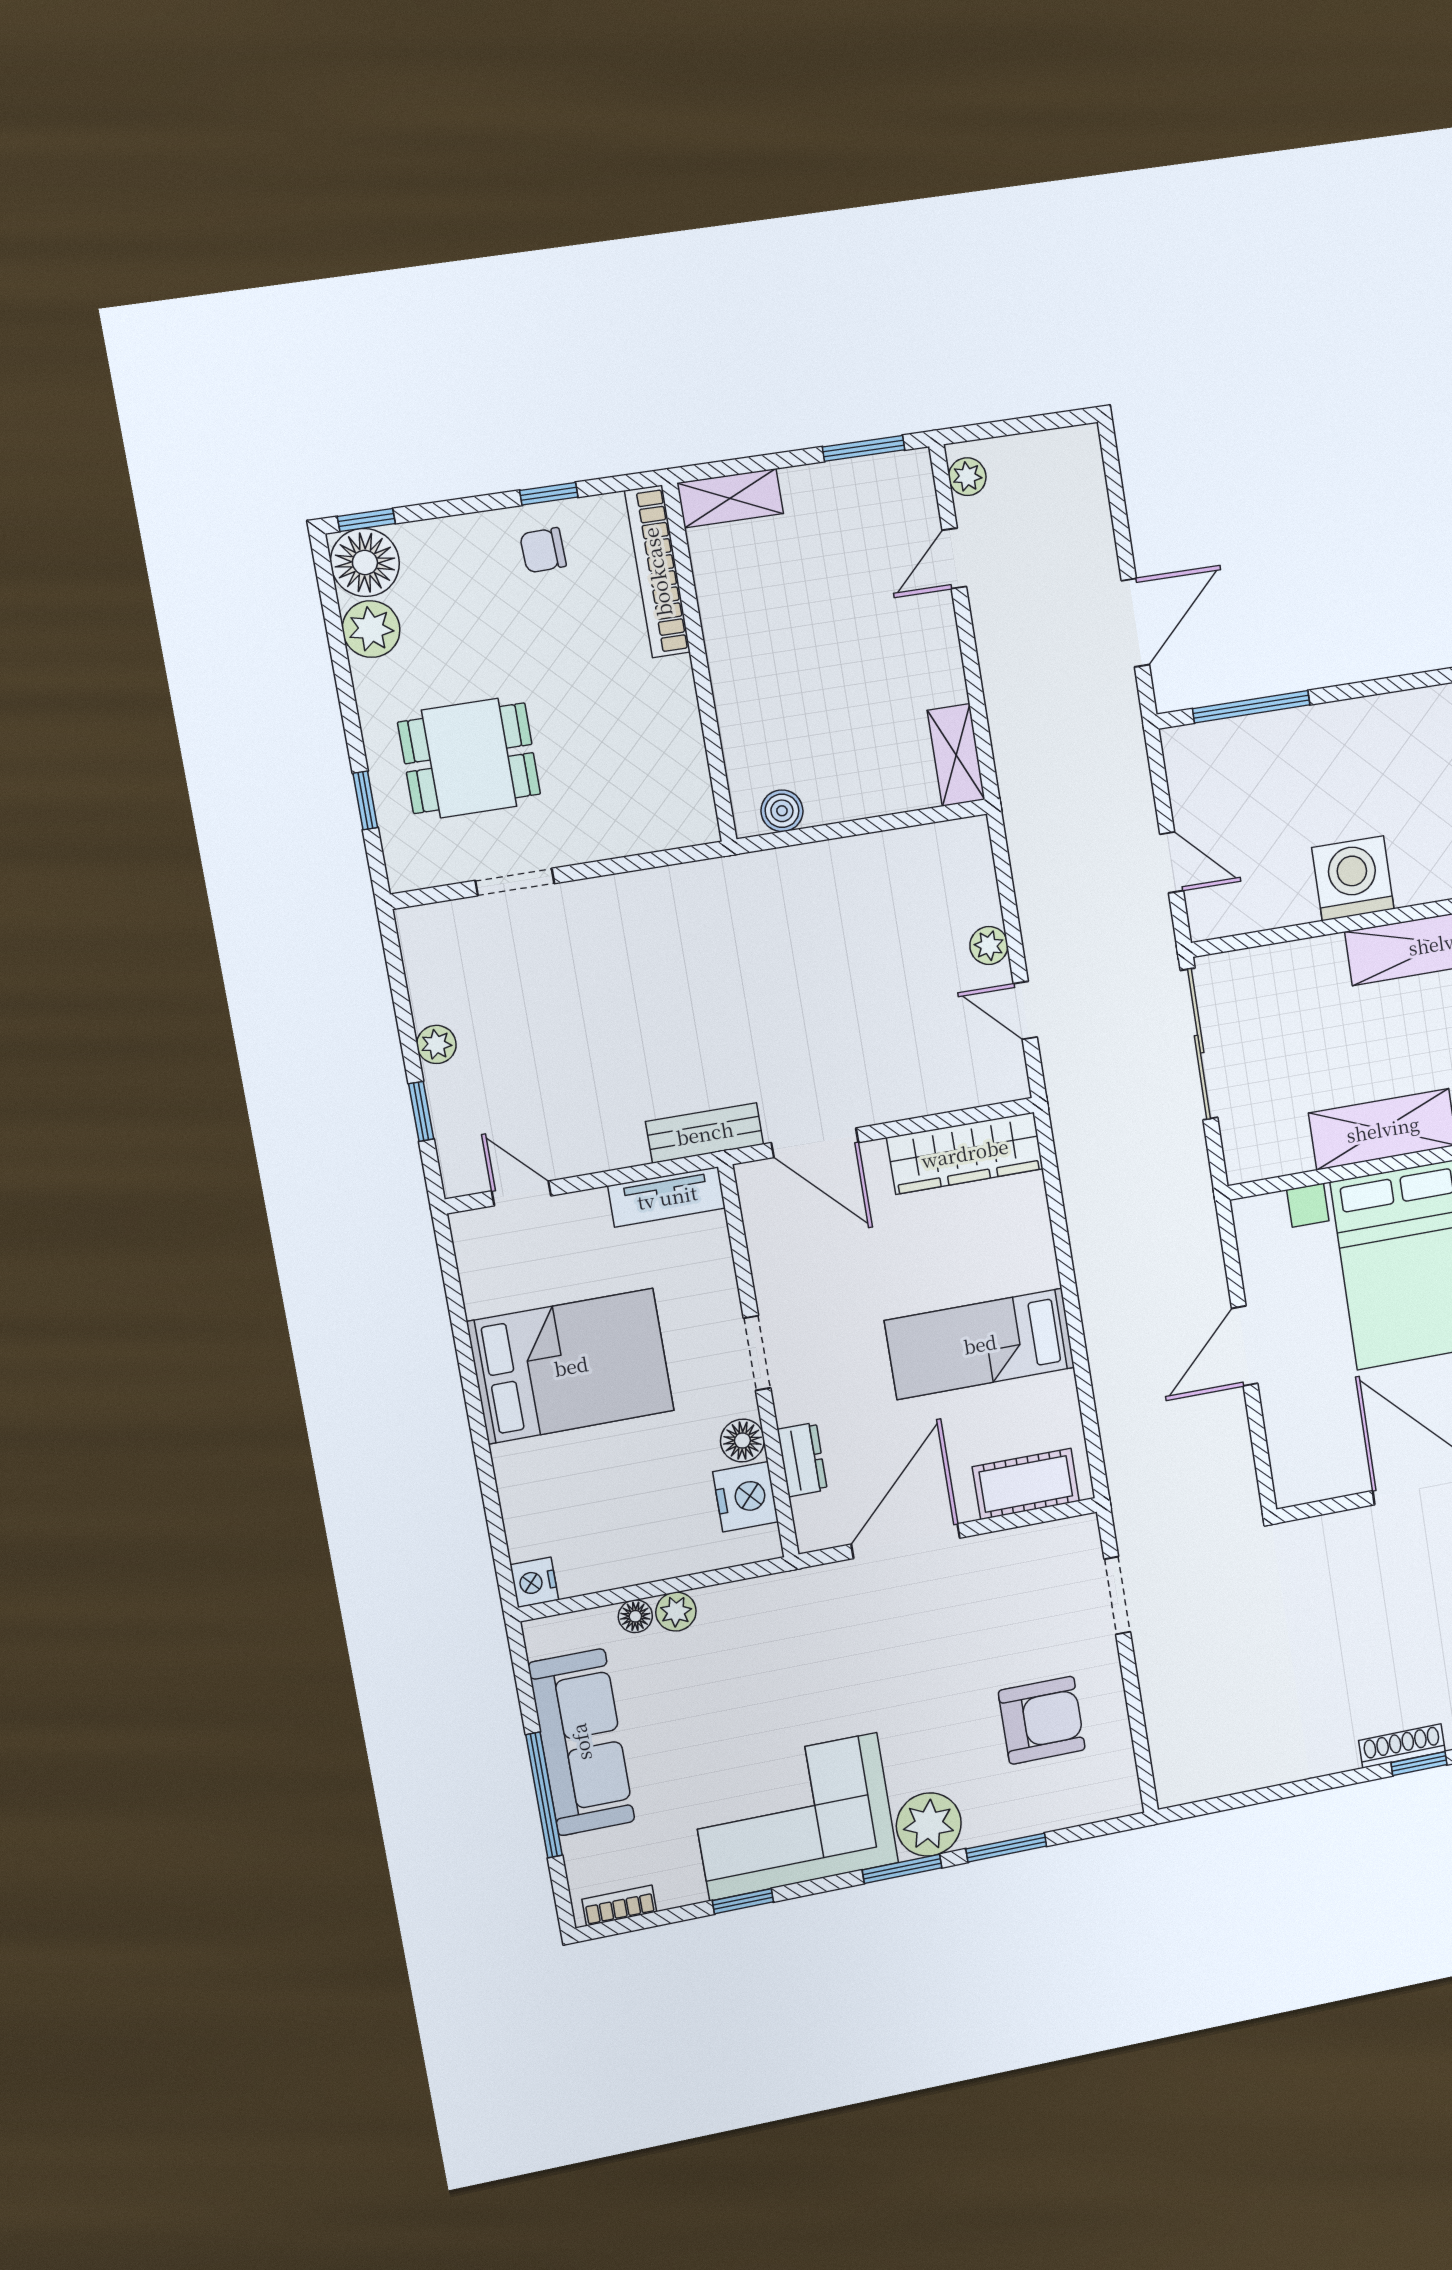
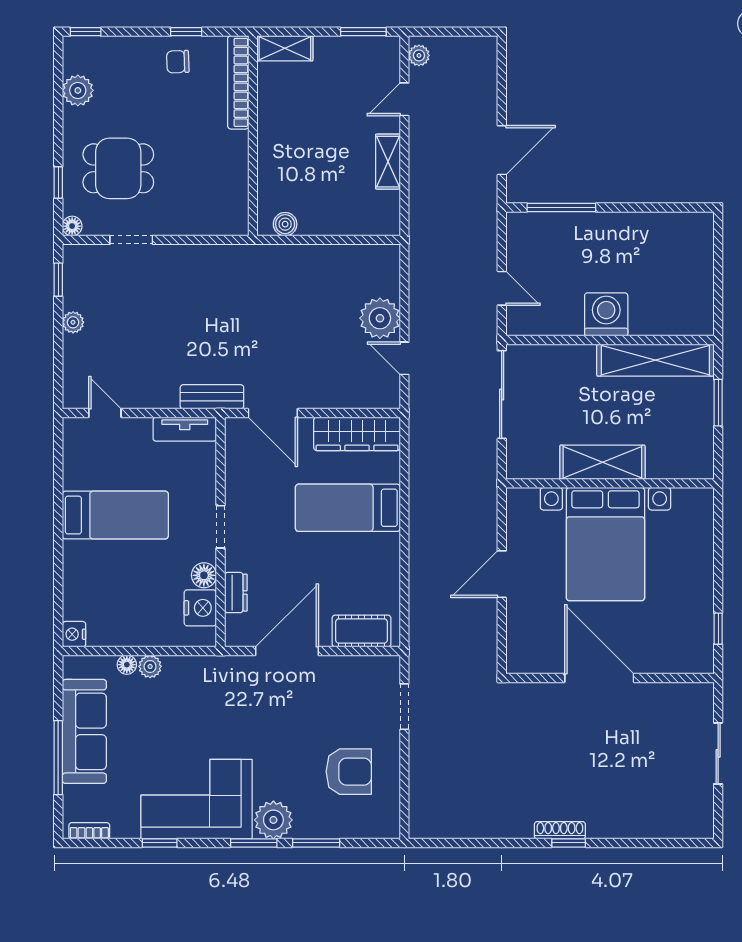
floor lamp: (365, 562) -> (72, 226), moved, width x0.53, depth x0.53
shelving: (956, 755) -> (388, 162), moved
plant: (989, 945) -> (380, 318), width x1.88, depth x1.88
window: (421, 1111) -> (58, 280), moved
bed: (980, 1344) -> (348, 508), moved
bed: (571, 1366) -> (115, 515), width x0.67

